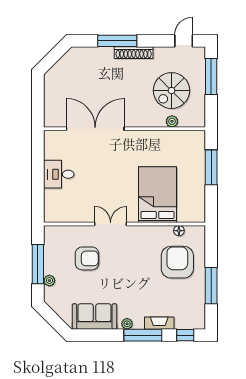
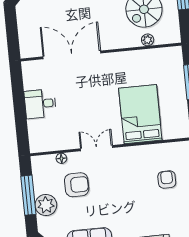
floor lamp: (179, 231) -> (61, 158), moved
armchair: (177, 262) -> (167, 179), width x0.53, depth x0.53
plant: (49, 281) -> (46, 205), width x1.88, depth x1.88

